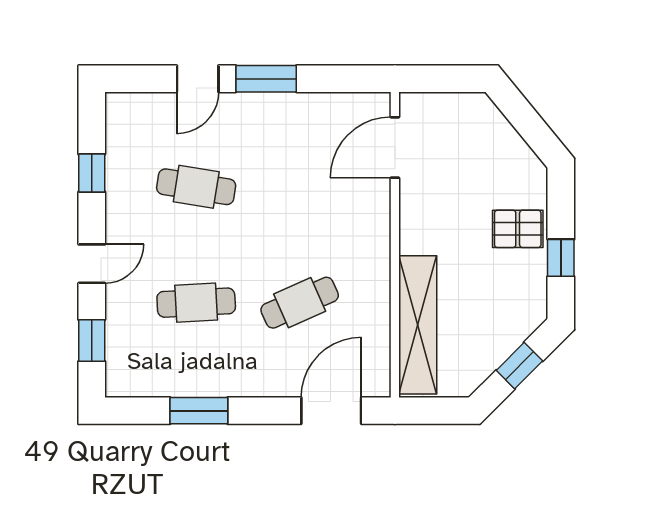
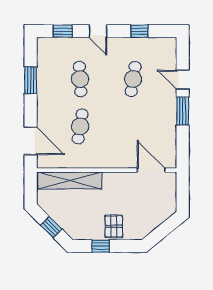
cafe table: (300, 303) -> (80, 126), turned 33

